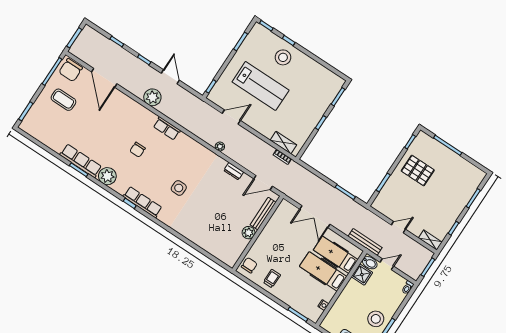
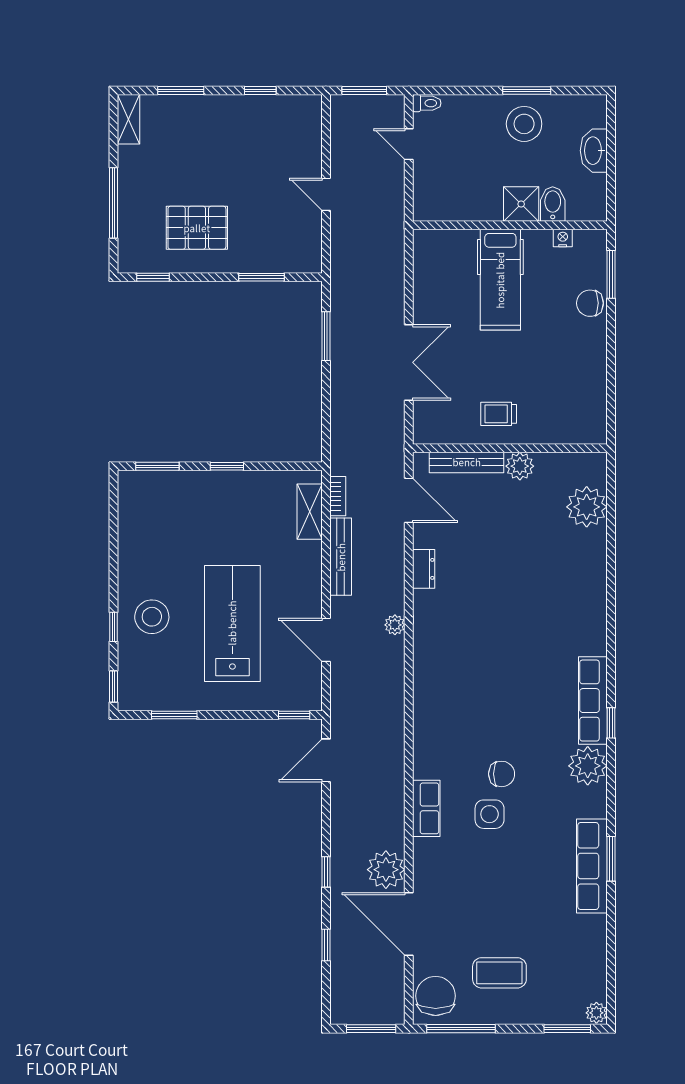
chair: (71, 70) -> (436, 996), turned -90
door: (170, 77) -> (326, 760), moved
door: (104, 78) -> (409, 924), swing flipped
plant: (152, 97) -> (386, 870), moved
coffee table: (63, 100) -> (499, 973), turned 90
plant: (25, 126) -> (596, 1013), added
row of seats: (167, 128) -> (426, 808), moved
pallet: (418, 170) -> (197, 228), turned 90
plant: (107, 176) -> (588, 766), moved
side table: (179, 188) -> (490, 814), moved
shelving: (430, 240) -> (128, 119), moved
bench: (365, 242) -> (341, 557), moved
plant: (217, 248) -> (587, 507), added
hospital bed: (336, 255) -> (454, 277), removed
bidet: (370, 263) -> (553, 204), moved
door: (387, 264) -> (409, 144), moved
chair: (249, 265) -> (590, 303), moved
shower: (362, 275) -> (521, 204), moved
trolley: (272, 279) -> (499, 414), moved

